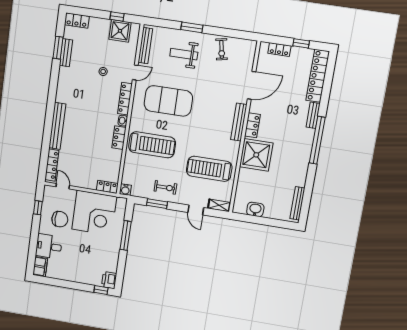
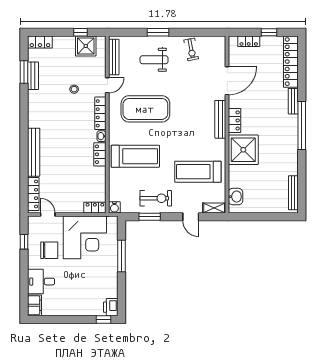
exercise bike: (165, 187) -> (156, 198), width x1.38, depth x1.39
washbasin: (255, 209) -> (236, 197), moved, turned 90

